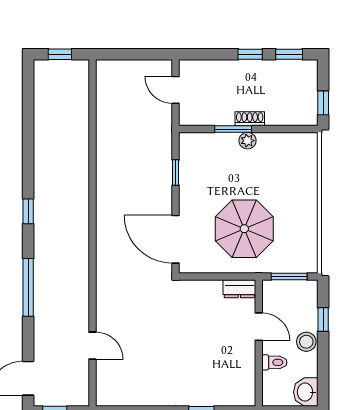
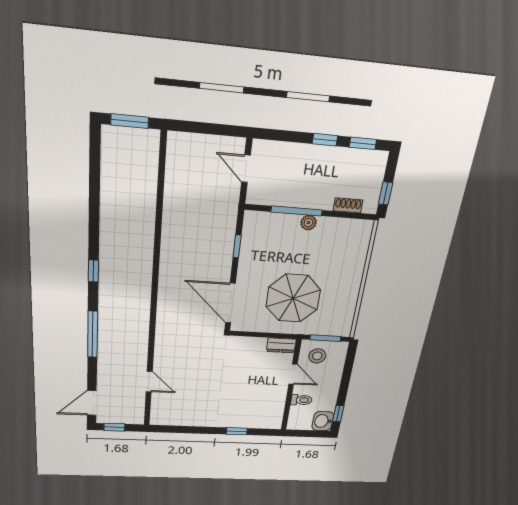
window: (60, 54) -> (130, 121), width x1.50
shoe rack: (250, 119) -> (348, 205), moved
window: (233, 129) -> (297, 211), width x1.44
window: (323, 319) -> (338, 414), moved
stool: (306, 342) -> (317, 356), moved

